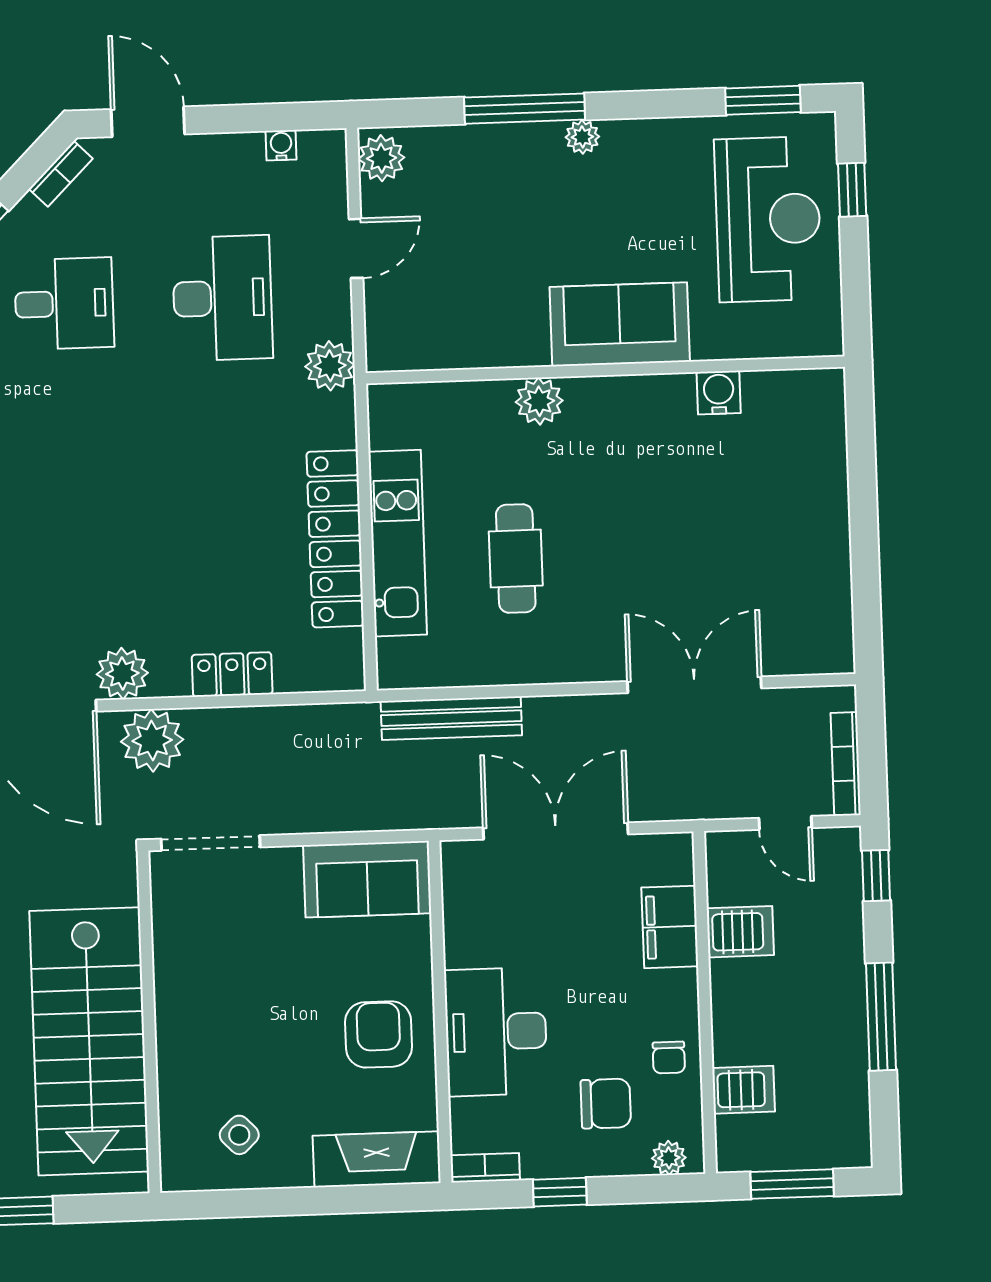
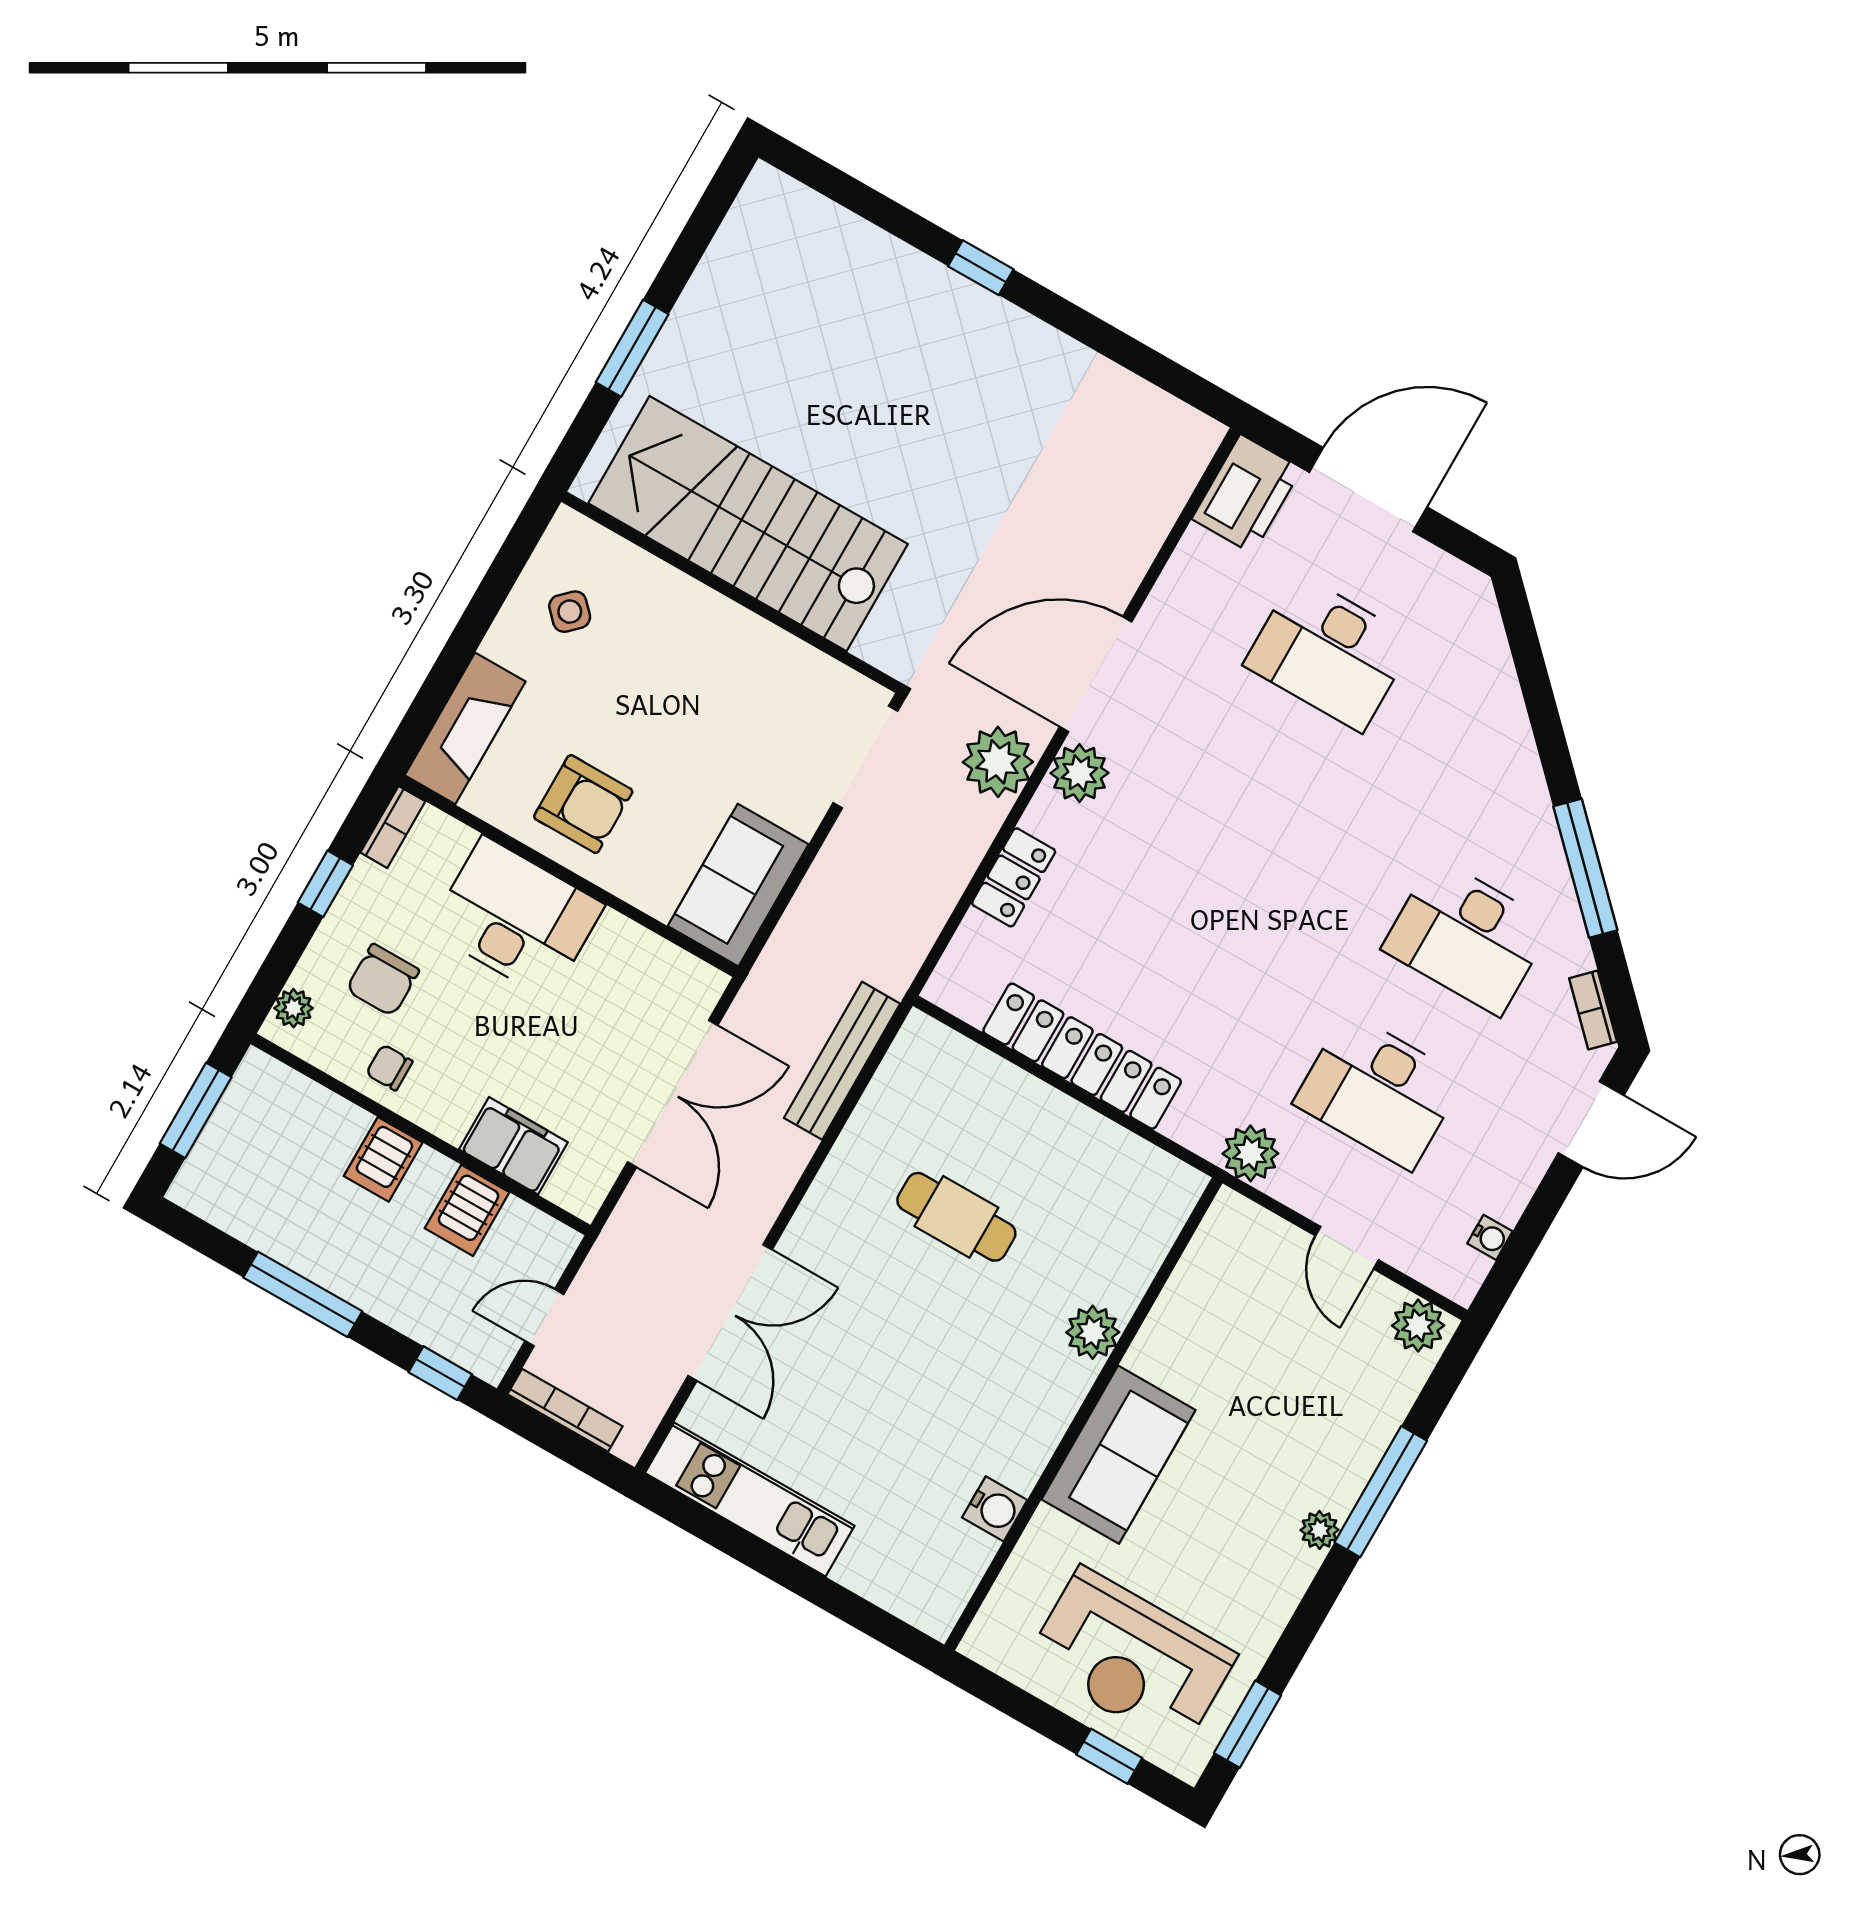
desk: (64, 304) -> (1467, 937), width x1.37
kitchen unit: (398, 543) -> (750, 1499), moved, turned 180
server rack: (744, 1090) -> (383, 1159), moved

